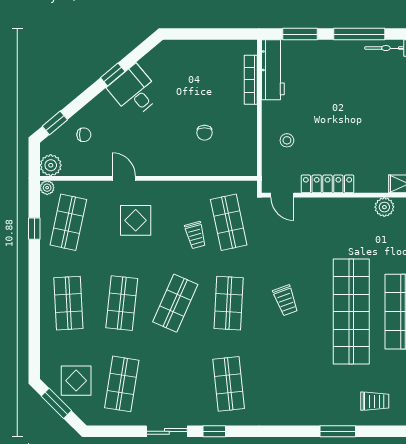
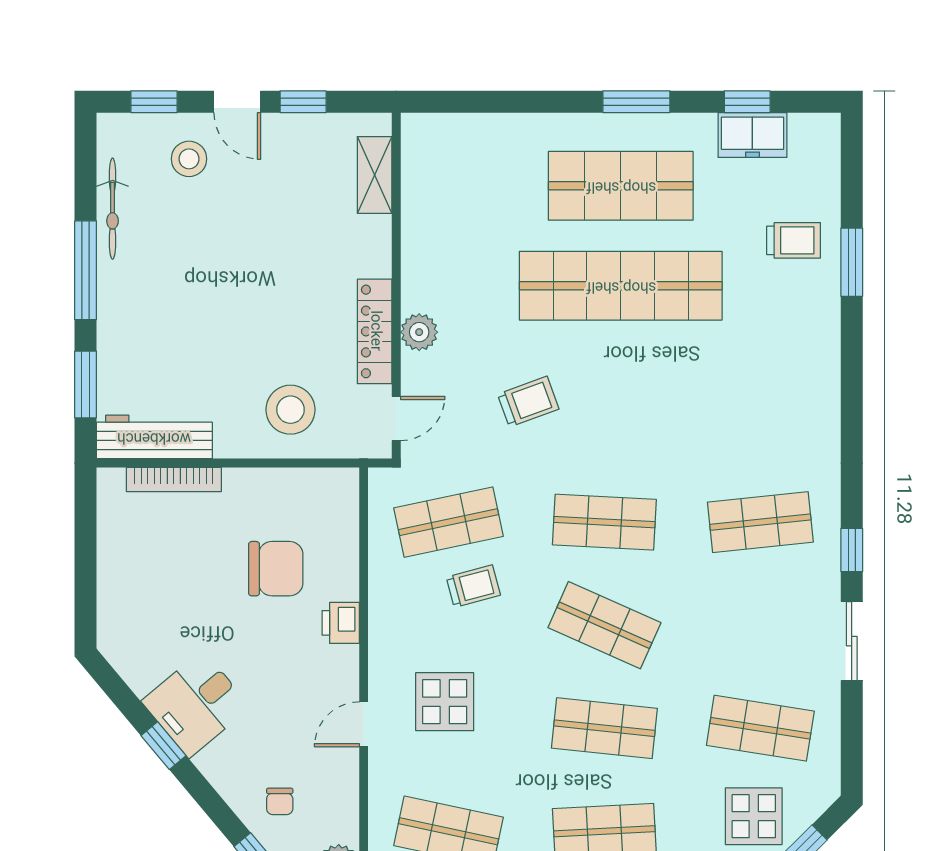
chair: (204, 133) -> (276, 569), width x1.87, depth x1.87
chair: (84, 135) -> (280, 801), turned 180
stool: (287, 140) -> (291, 410), width x1.89, depth x1.89
printer: (176, 166) -> (341, 623), added
plant: (384, 207) -> (419, 332), moved
trolley: (286, 300) -> (528, 402), moved
trolley: (375, 401) -> (794, 240), turned 90
window: (338, 431) -> (852, 262), moved

